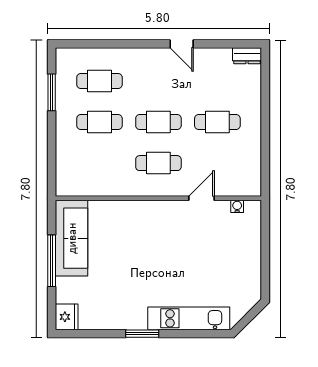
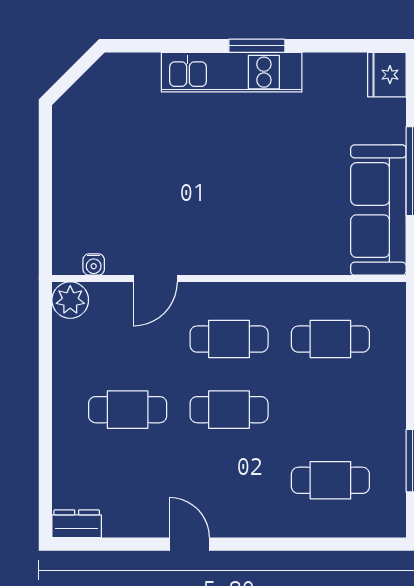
cafe table: (99, 122) -> (330, 339), moved
plant: (251, 186) -> (70, 300), added
kitchen unit: (189, 318) -> (232, 72), moved

